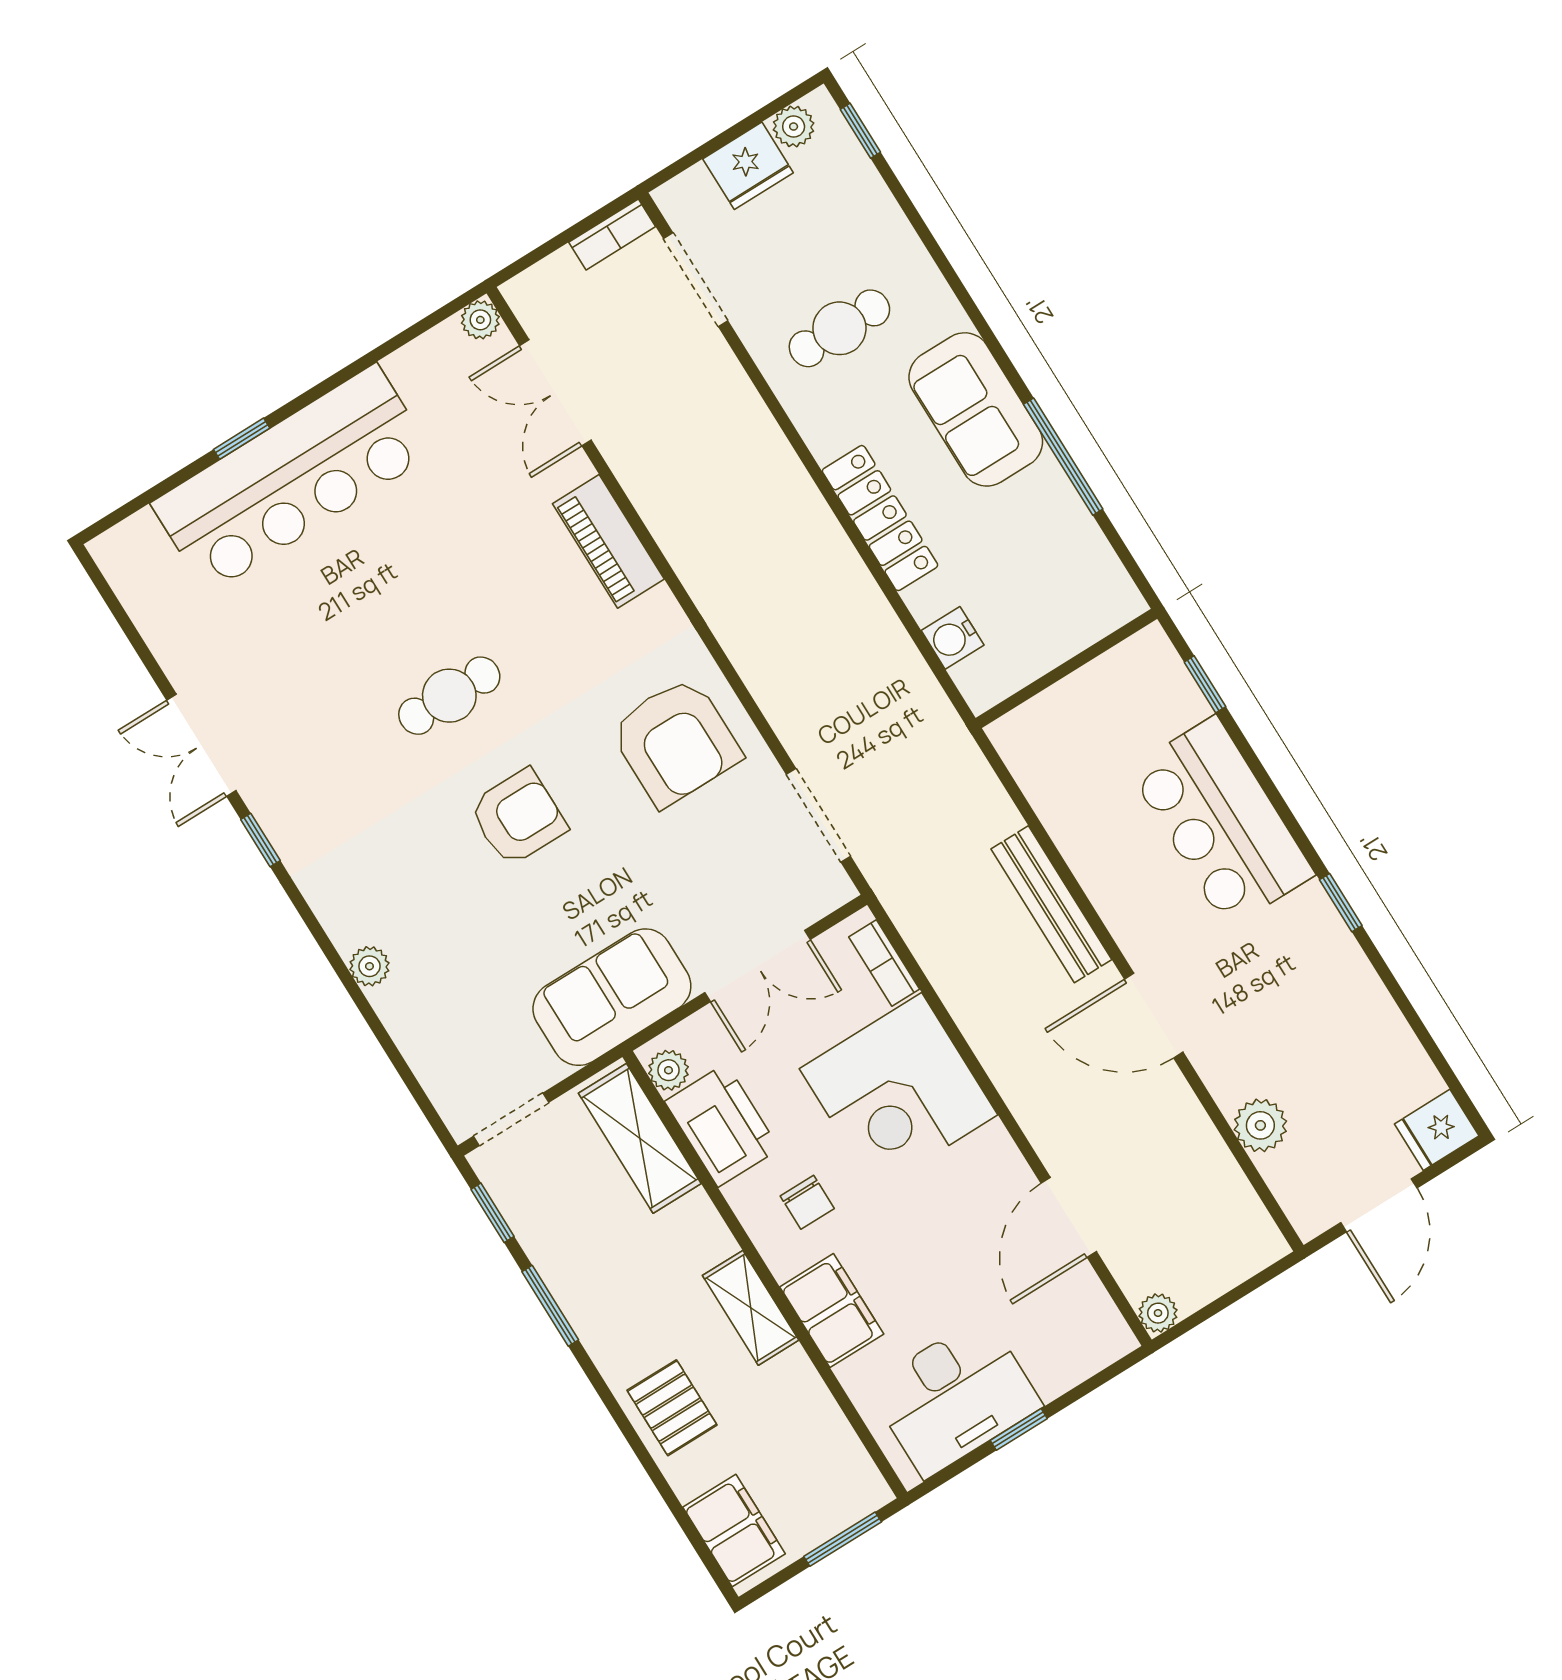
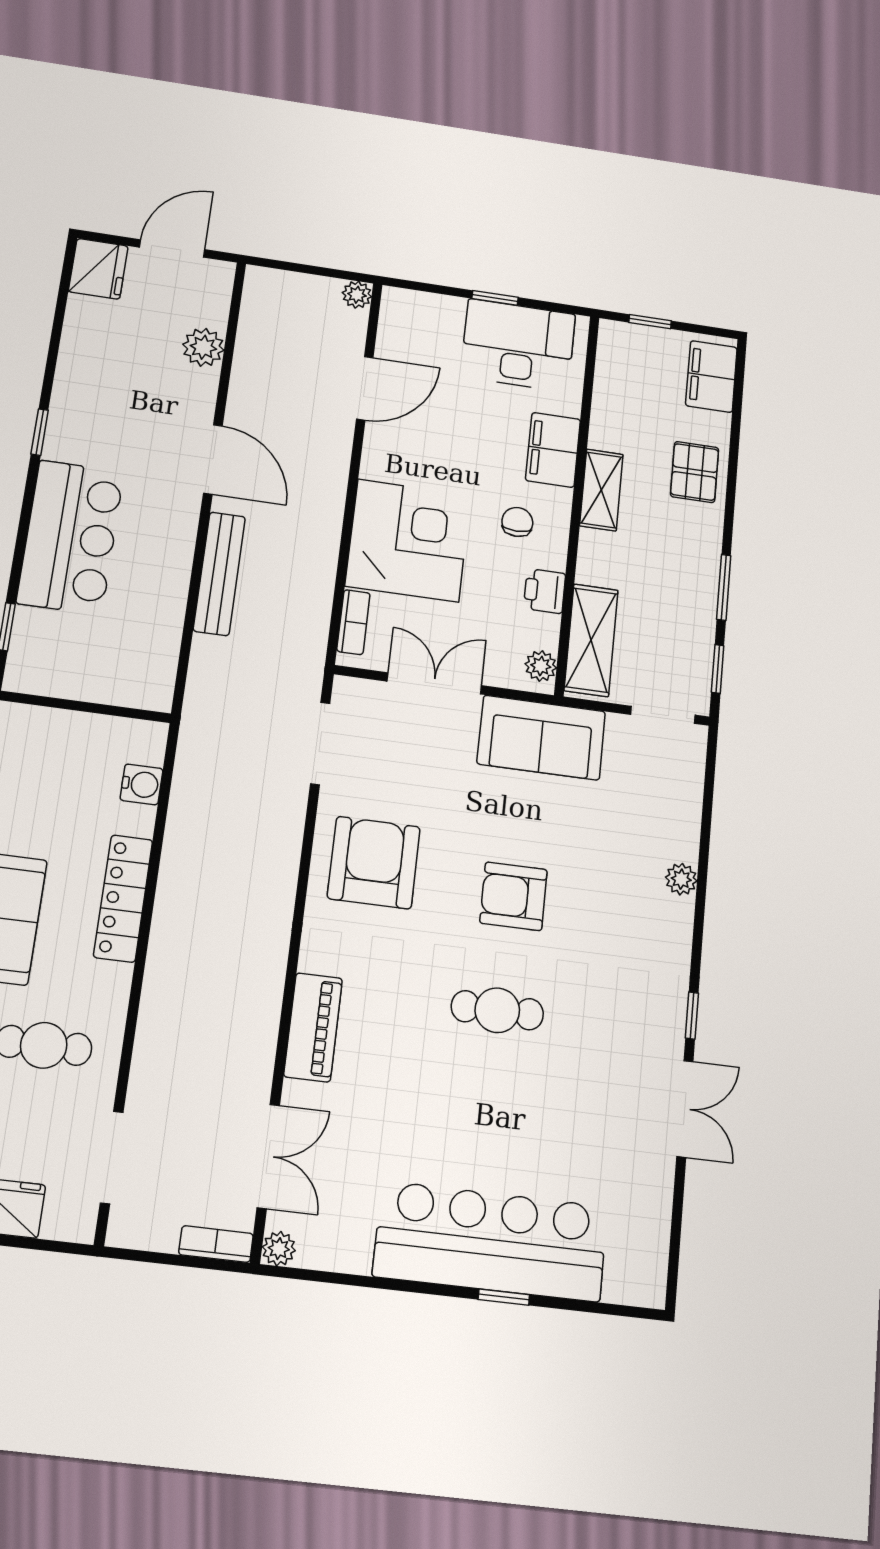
bookcase: (612, 234) -> (216, 1244), moved
printer: (722, 1125) -> (545, 591), width x0.53, depth x0.68
fridge: (1437, 1130) -> (98, 269), width x1.38
window: (843, 1539) -> (650, 322), width x0.67

